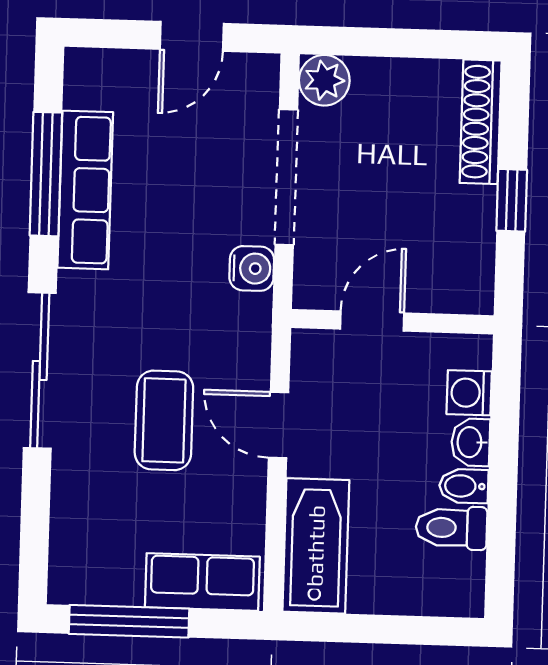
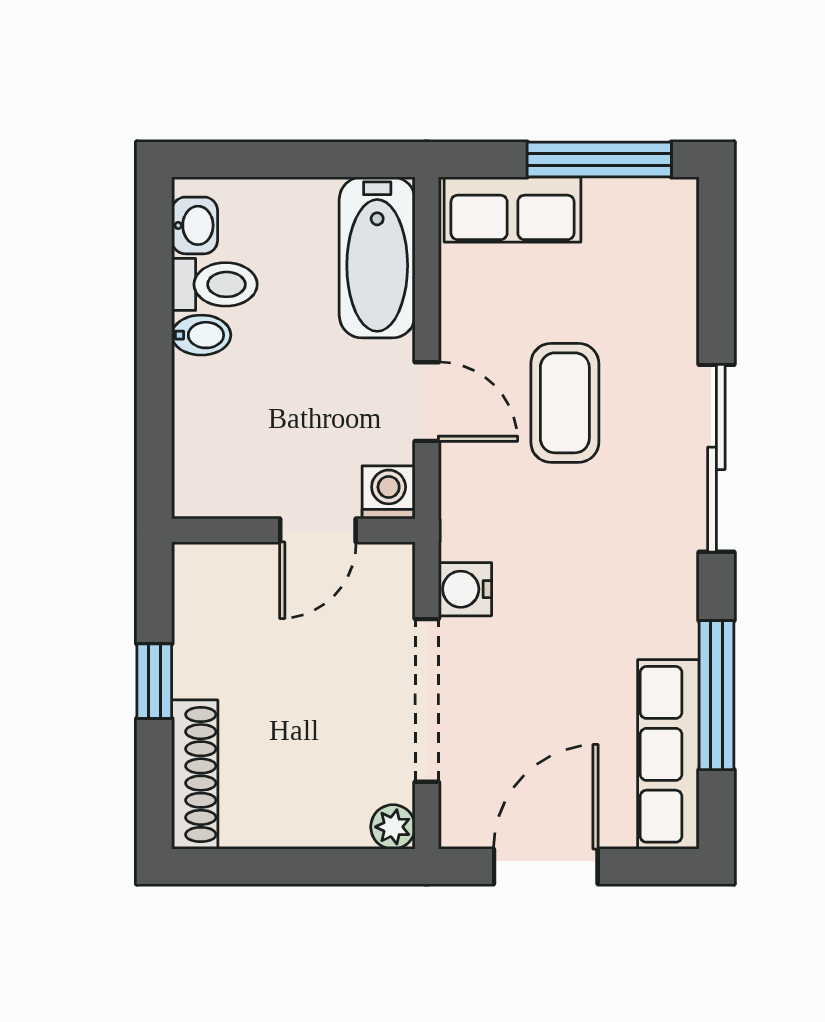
door: (192, 36) -> (546, 866), width x1.38
plant: (324, 80) -> (393, 827), width x0.73, depth x0.73
row of seats: (85, 190) -> (668, 754), moved
washing machine: (469, 393) -> (389, 492), moved, turned -90
washbasin: (471, 442) -> (195, 225), moved

